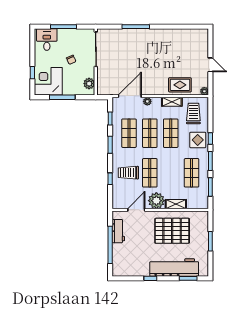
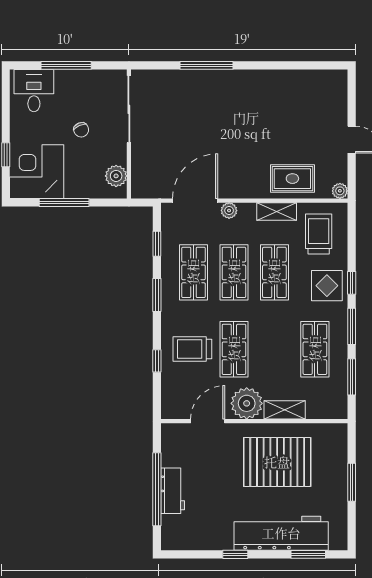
workbench: (118, 231) -> (173, 491), moved

